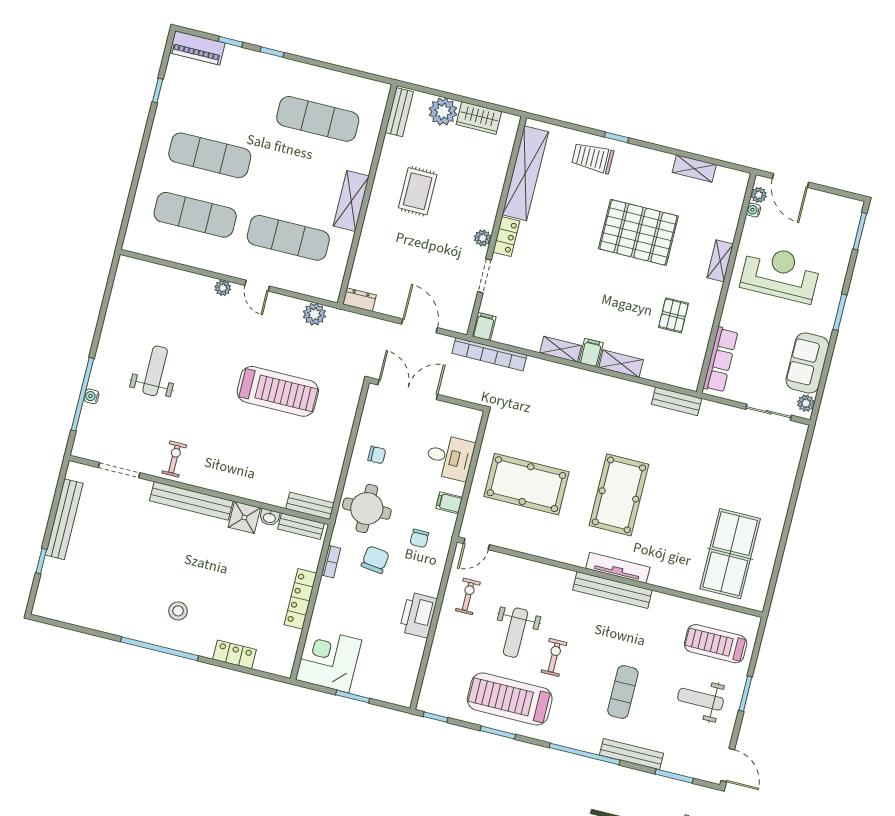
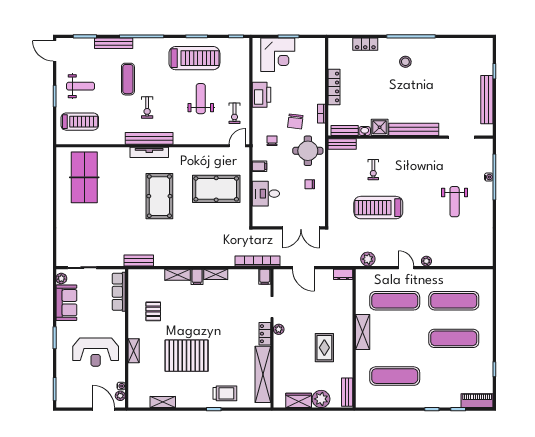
exercise bike: (174, 459) -> (373, 170), moved
exercise bike: (554, 657) -> (147, 108), moved
corner desk: (329, 660) -> (278, 55), moved

